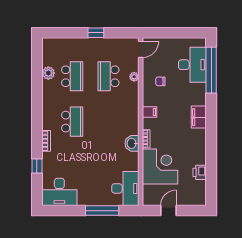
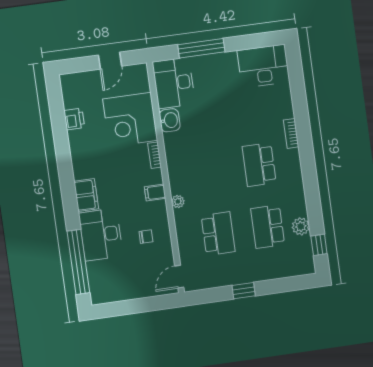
desk: (192, 65) -> (101, 235), moved
plant: (134, 77) -> (178, 202), moved
washbasin: (132, 143) -> (170, 120), moved
window: (37, 166) -> (319, 245), moved

